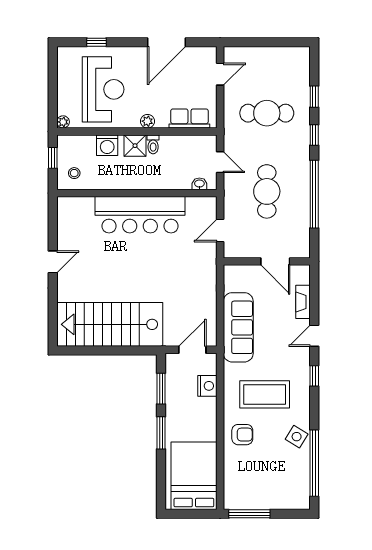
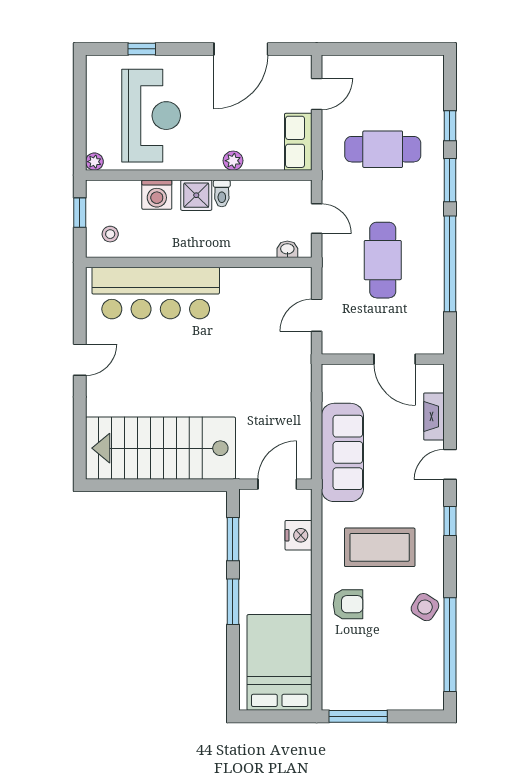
row of seats: (189, 118) -> (298, 142), moved, turned -90
plant: (147, 121) -> (233, 161), moved
window: (314, 135) -> (450, 180), width x1.50
bar counter: (140, 215) -> (156, 293), moved

